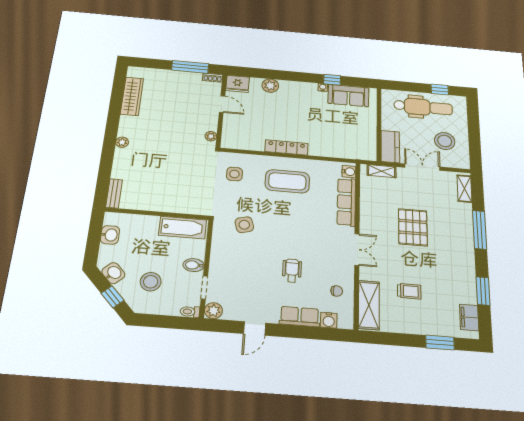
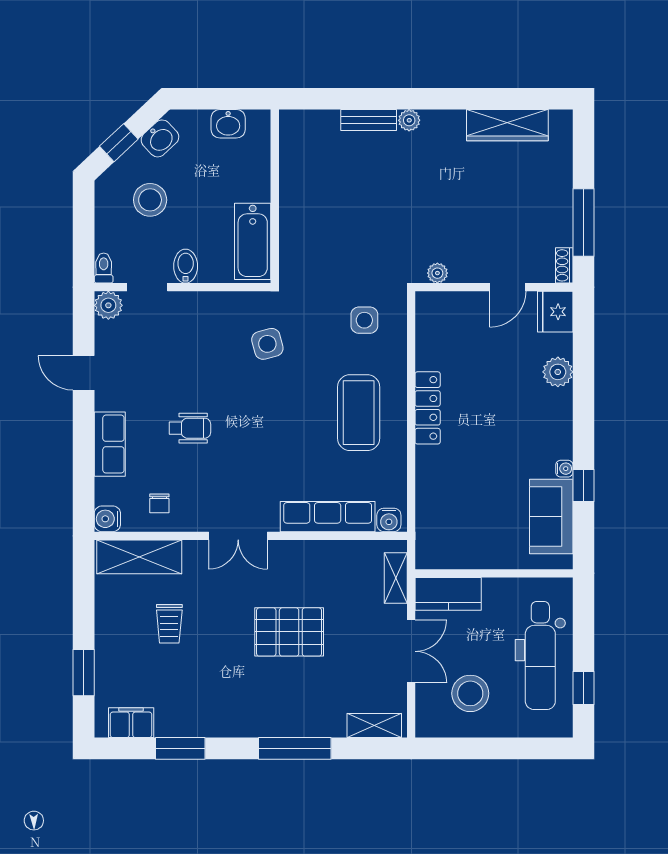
bench: (114, 193) -> (369, 120), moved
water cooler: (329, 320) -> (107, 519), moved

